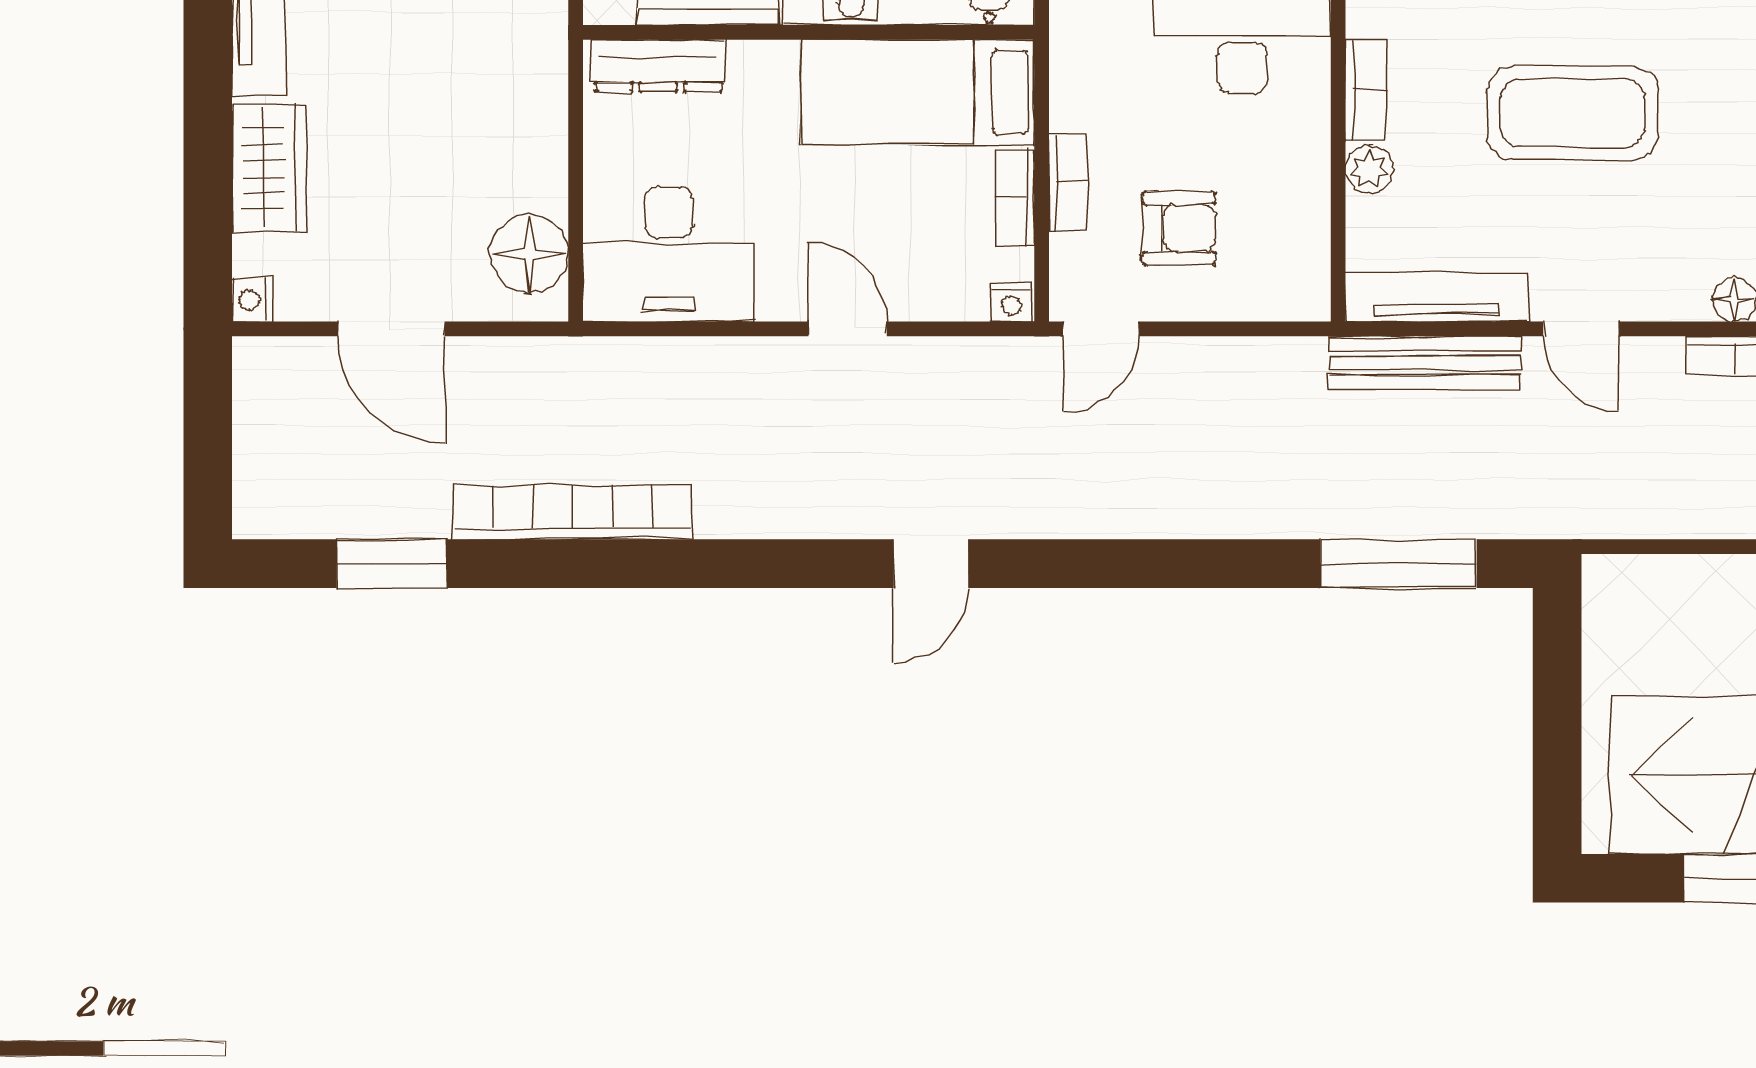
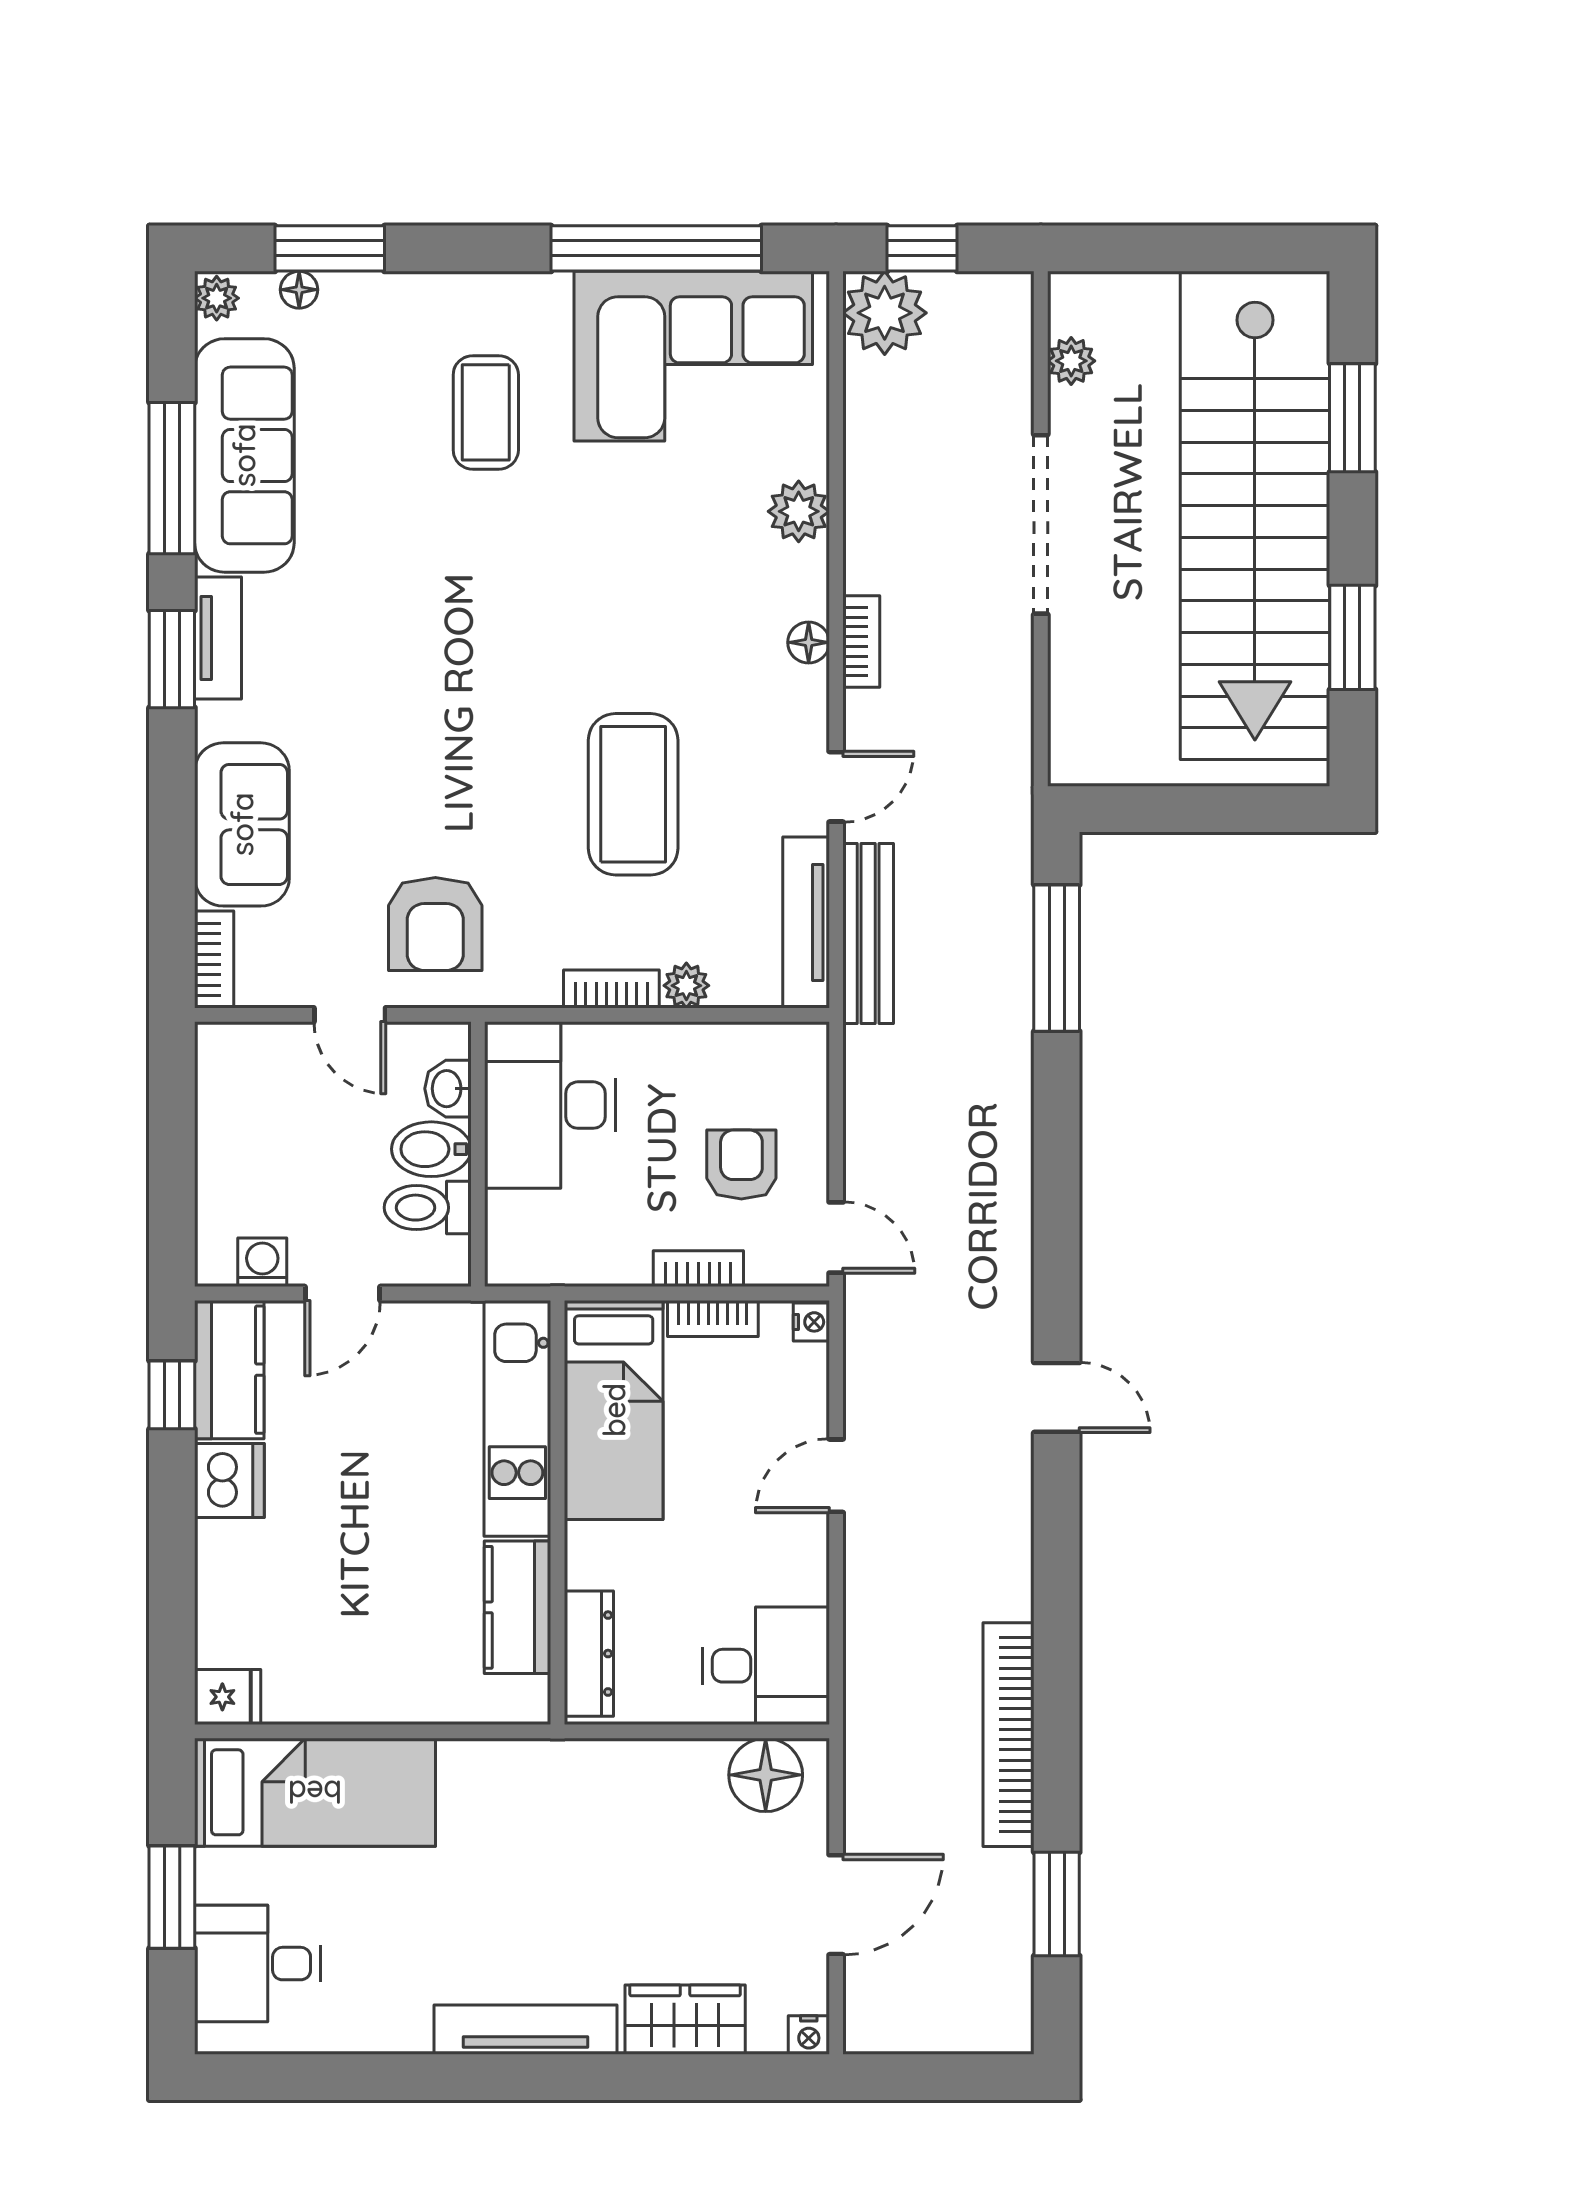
desk: (669, 254) -> (766, 1666), width x0.73

